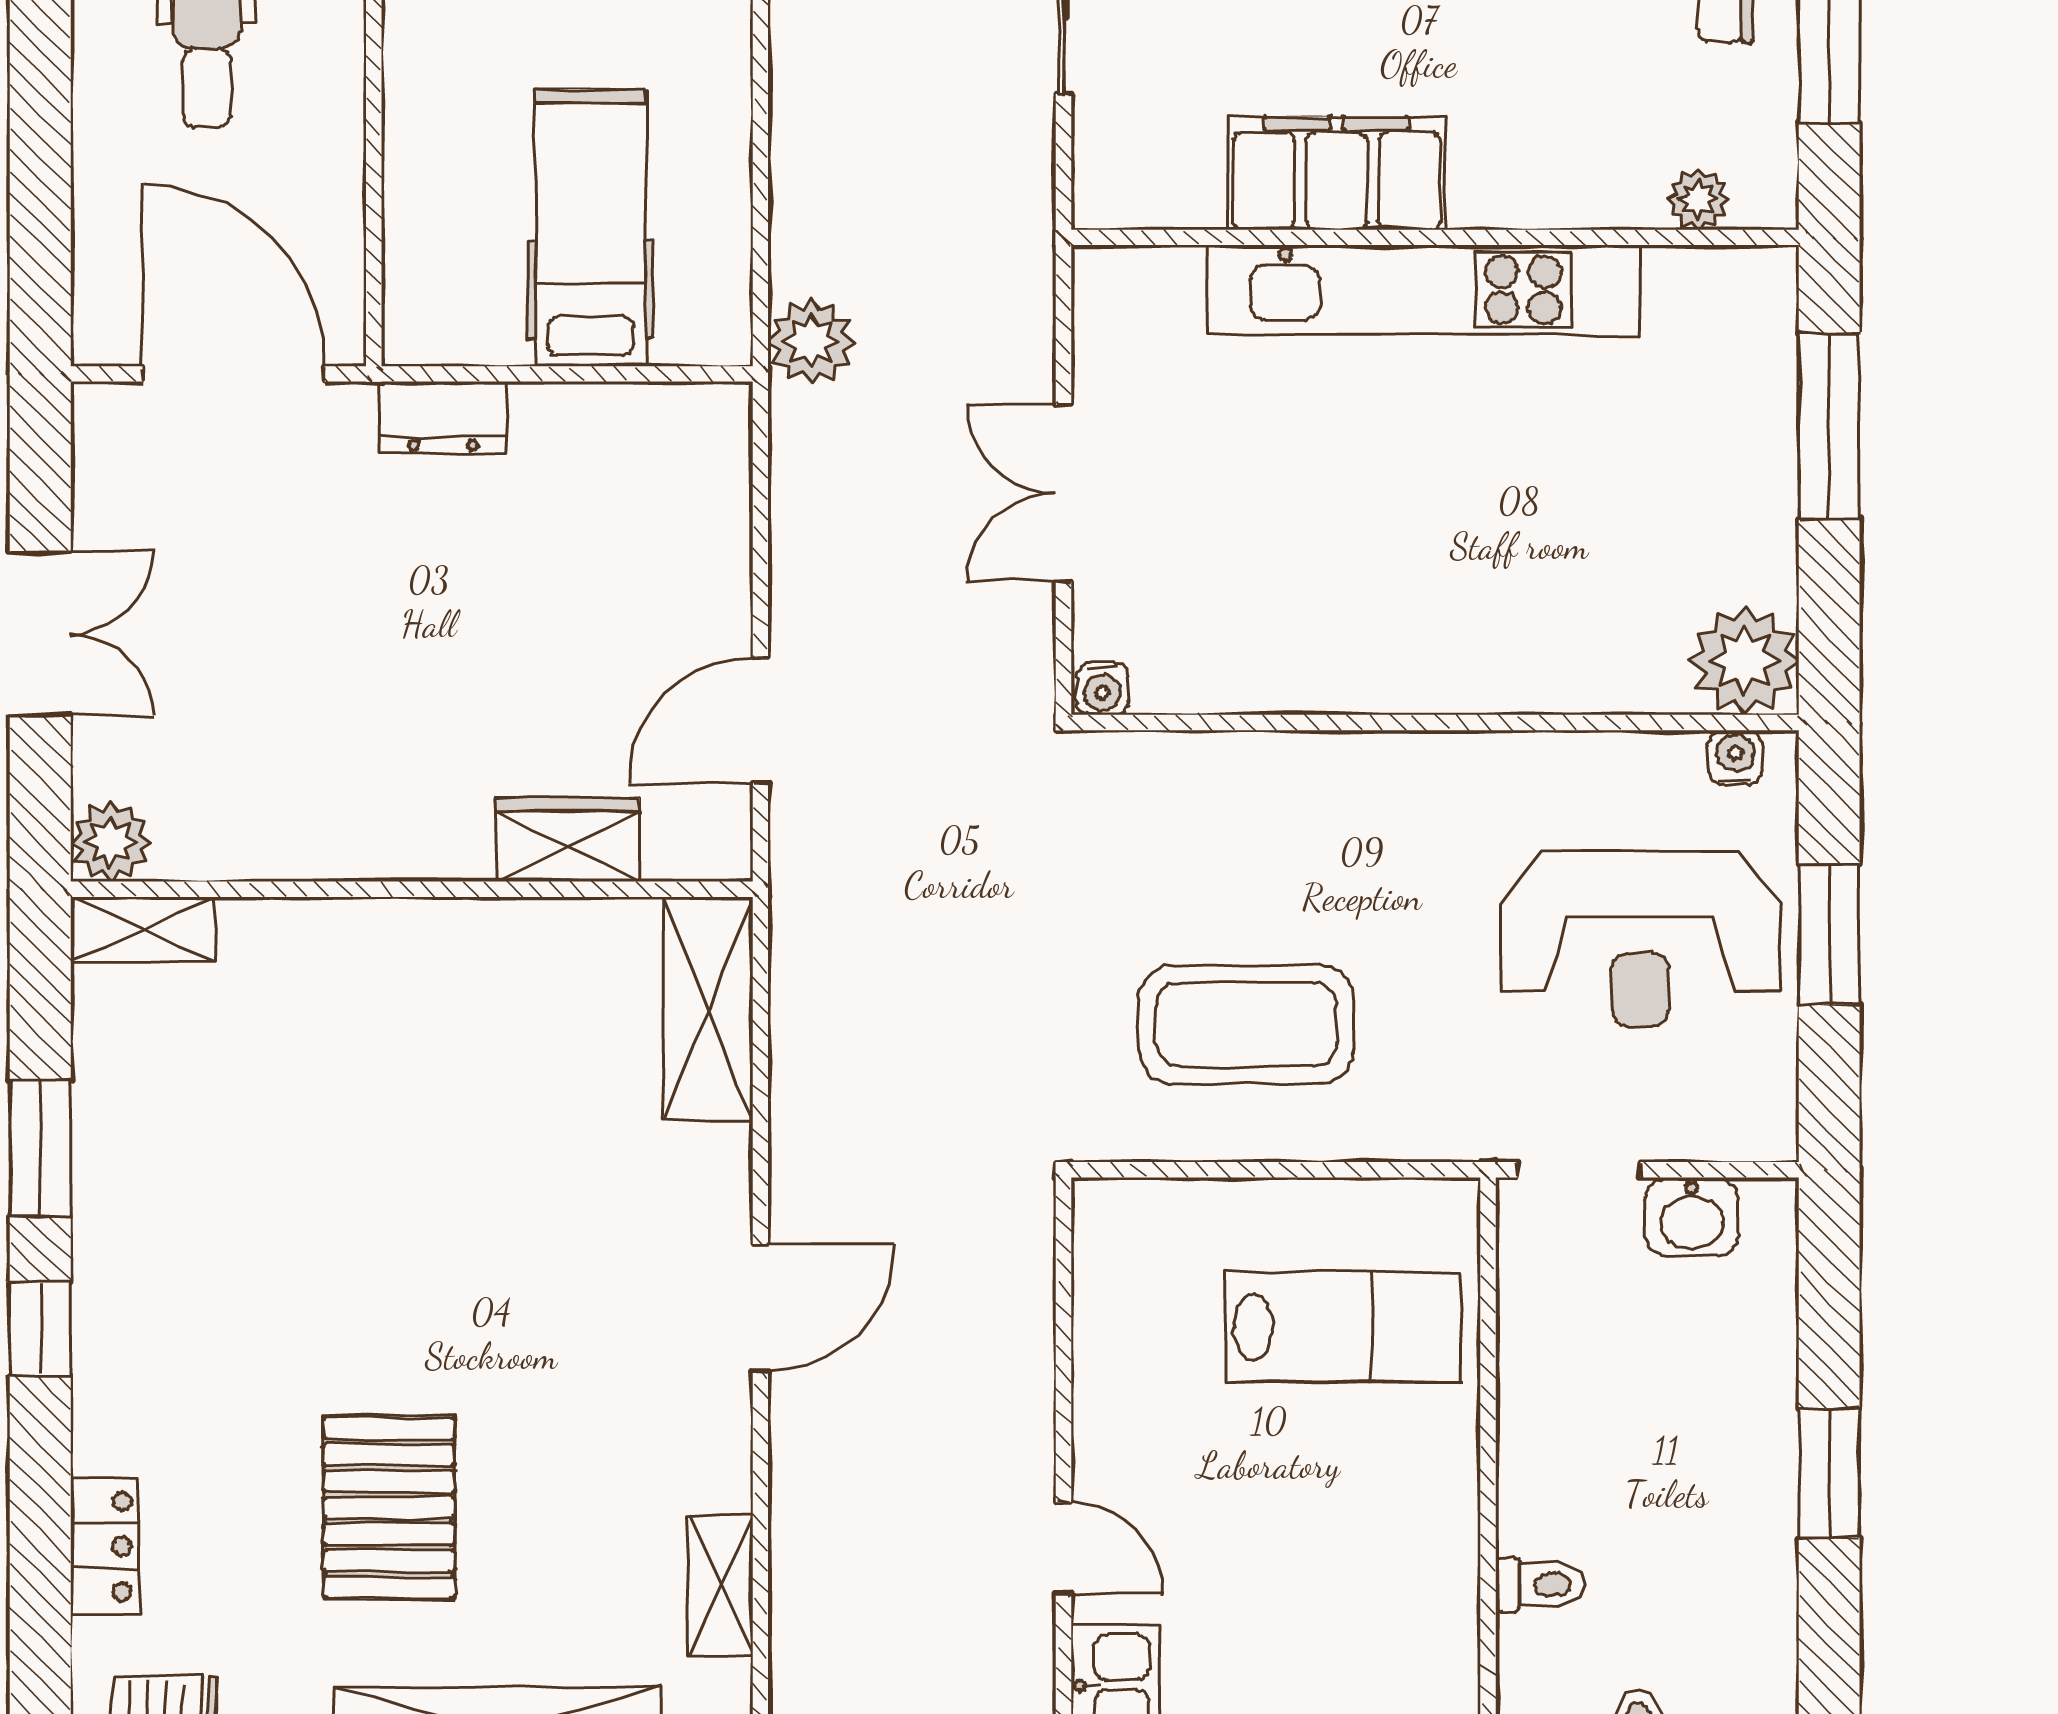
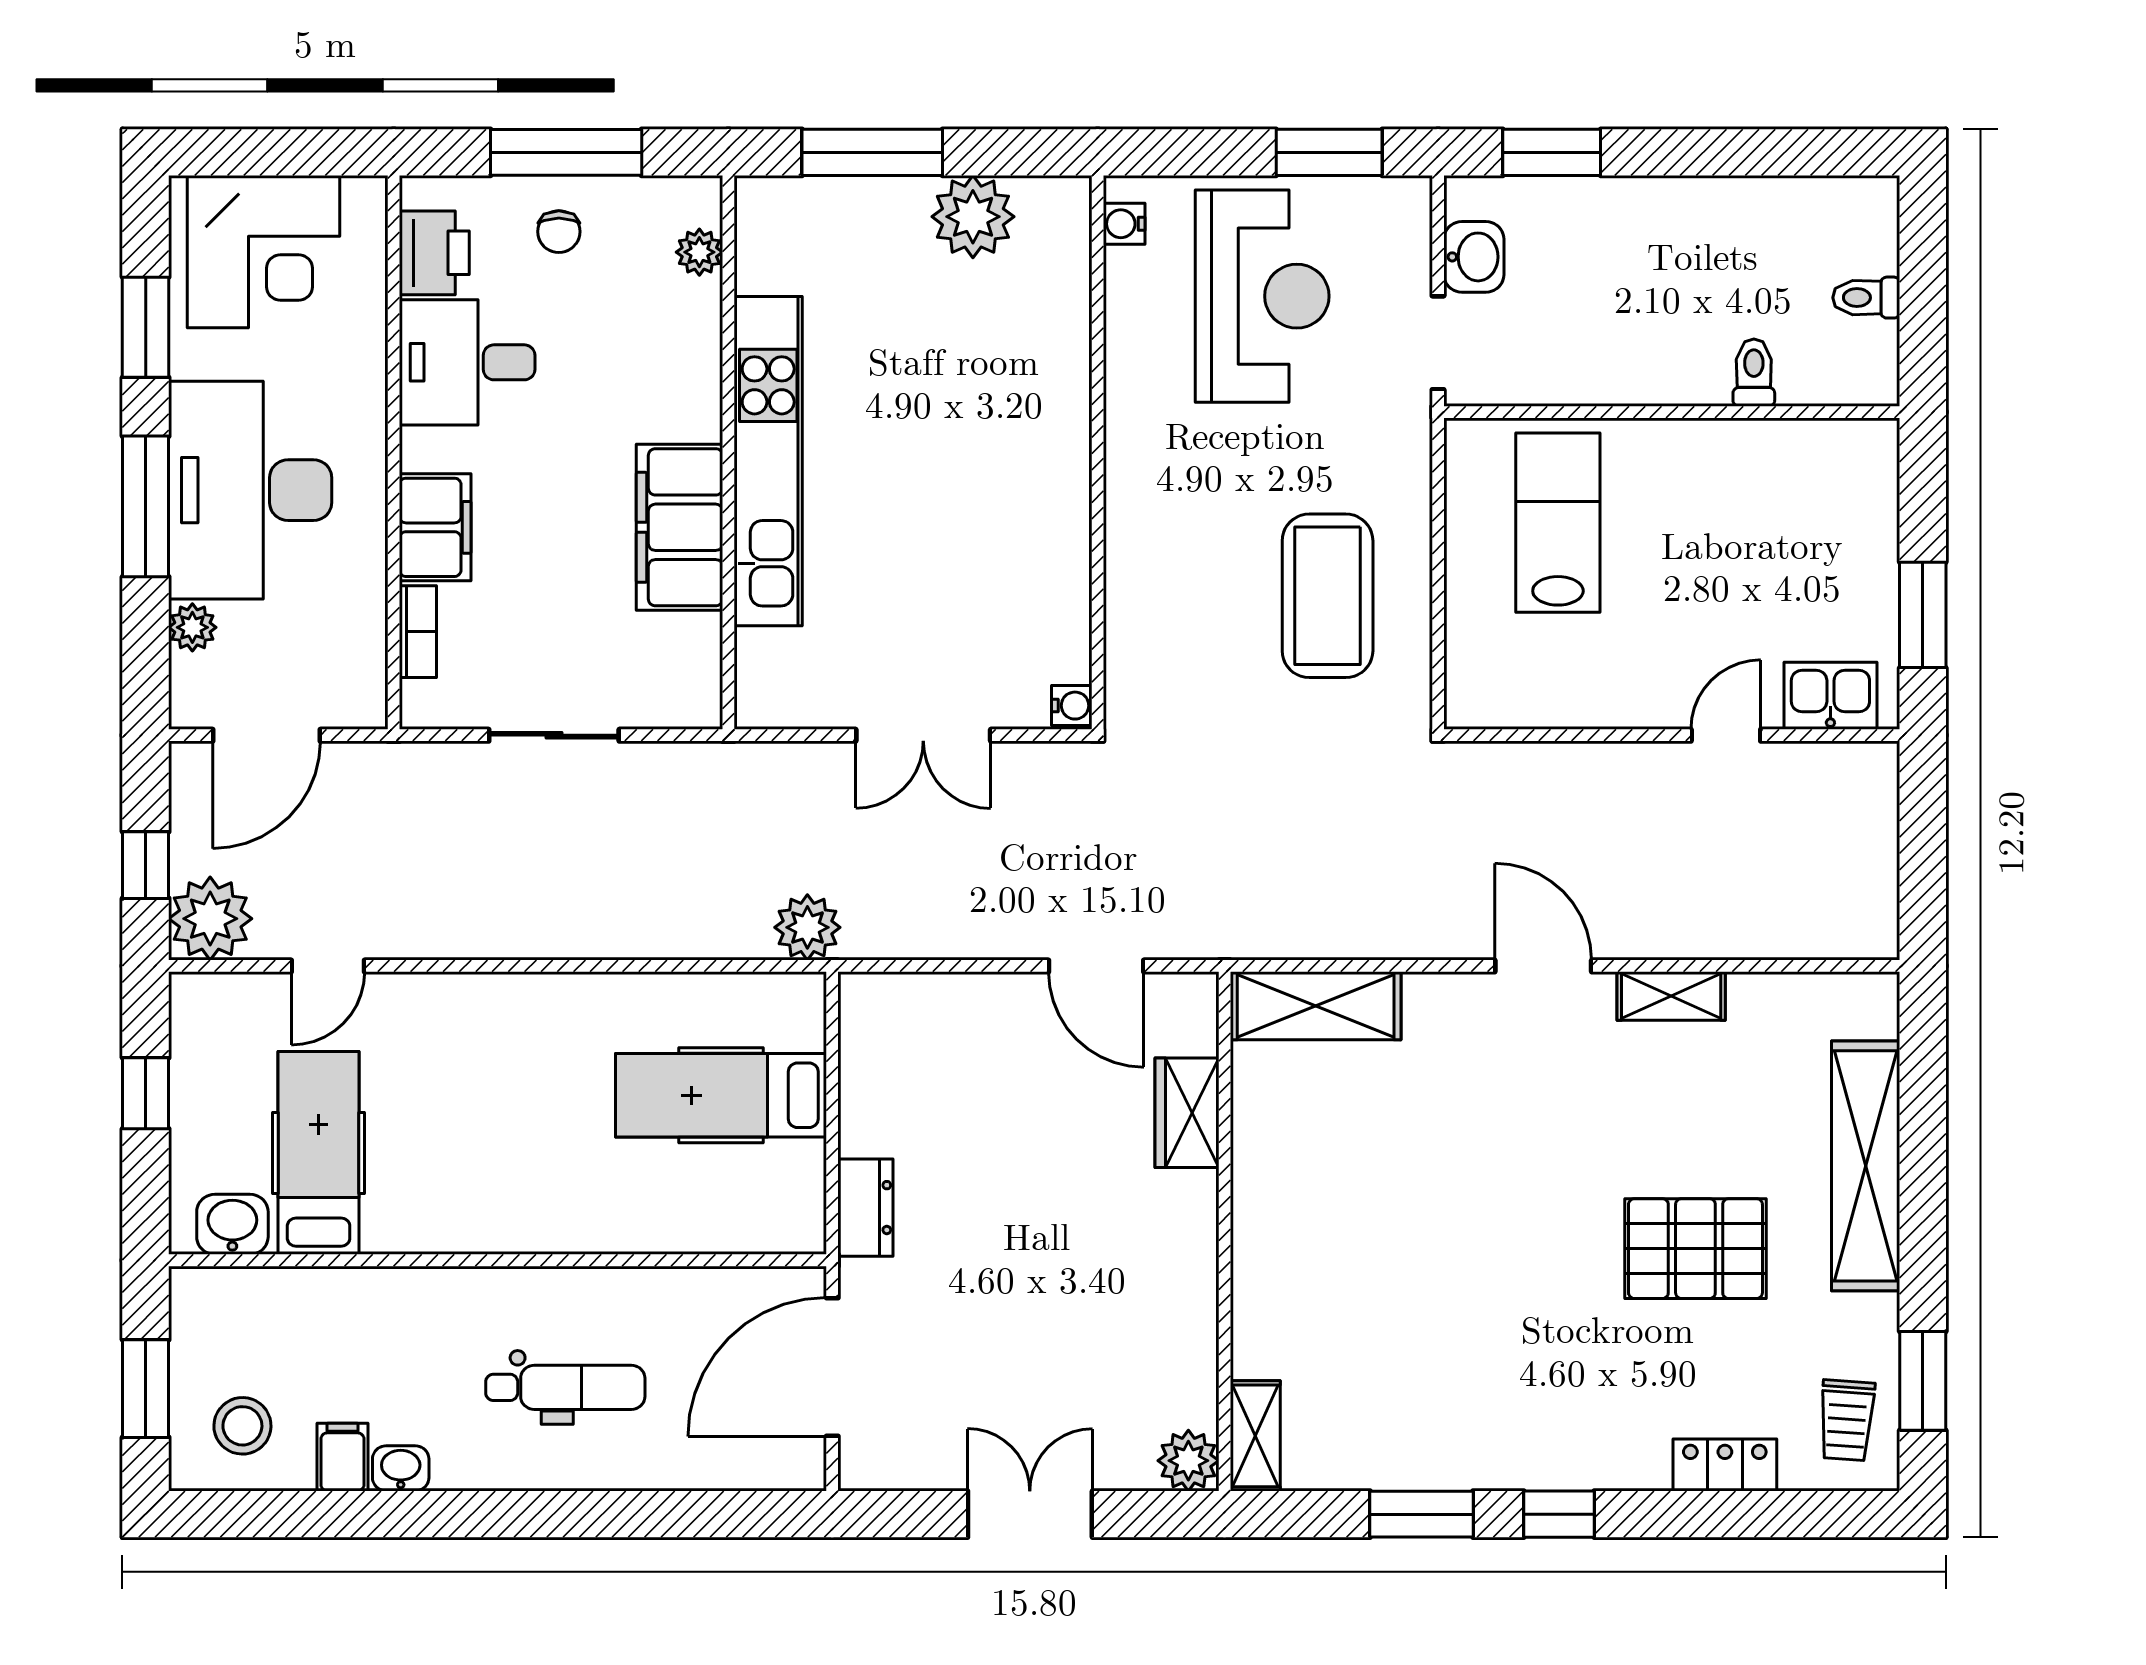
plant: (1745, 661) -> (973, 217), moved
window: (1829, 935) -> (1329, 152), moved
window: (1829, 1473) -> (1552, 152), moved
shelving: (721, 1585) -> (1671, 996), moved

